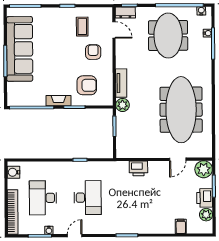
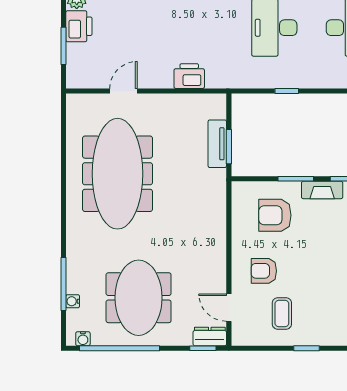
armchair: (93, 52) -> (264, 271), turned 90
tv unit: (121, 83) -> (217, 144), moved
plant: (123, 105) -> (215, 182), removed
plant: (204, 169) -> (80, 74), removed

